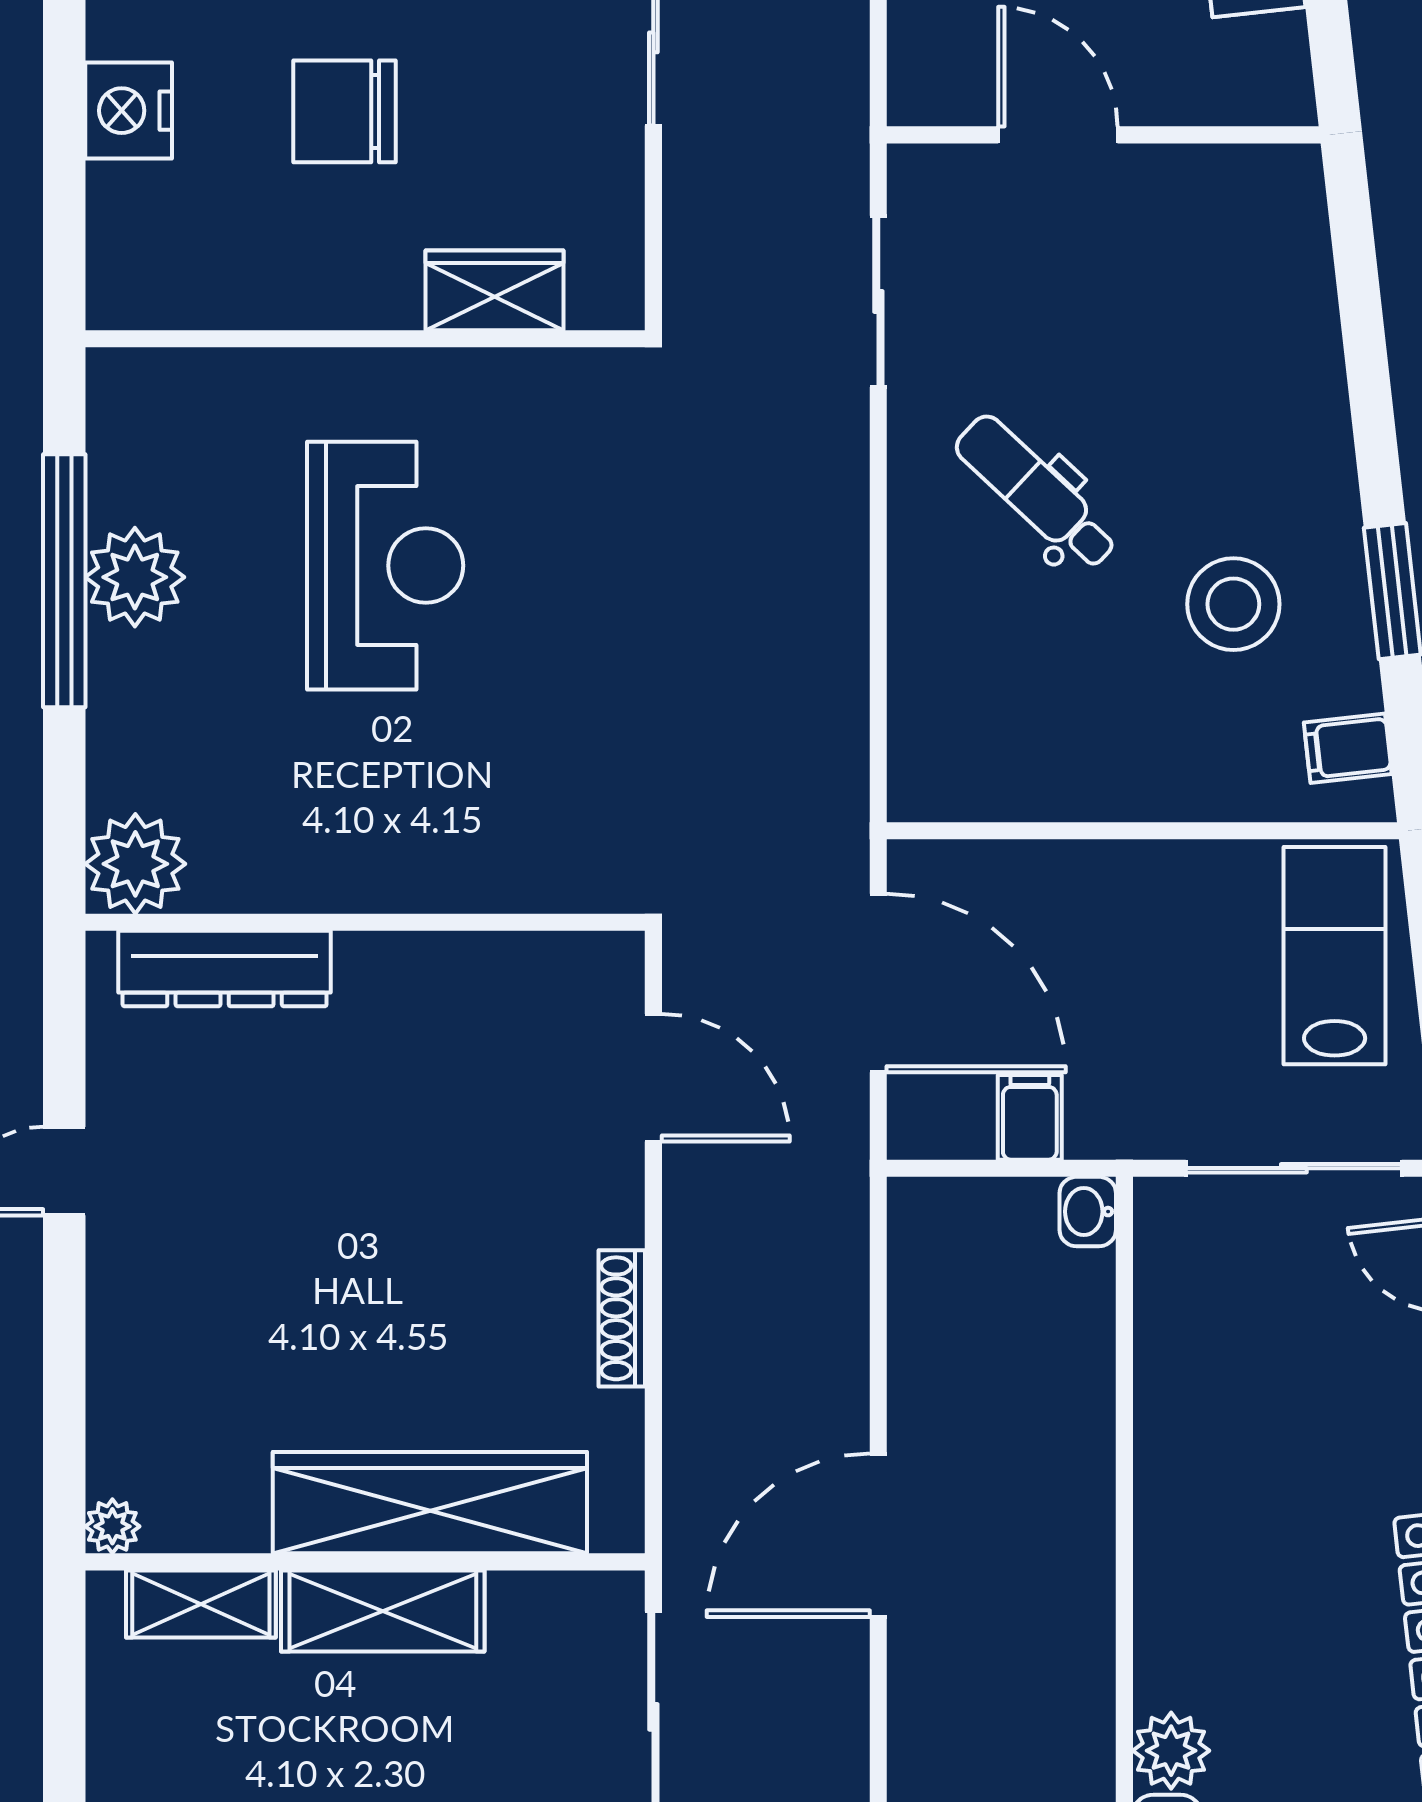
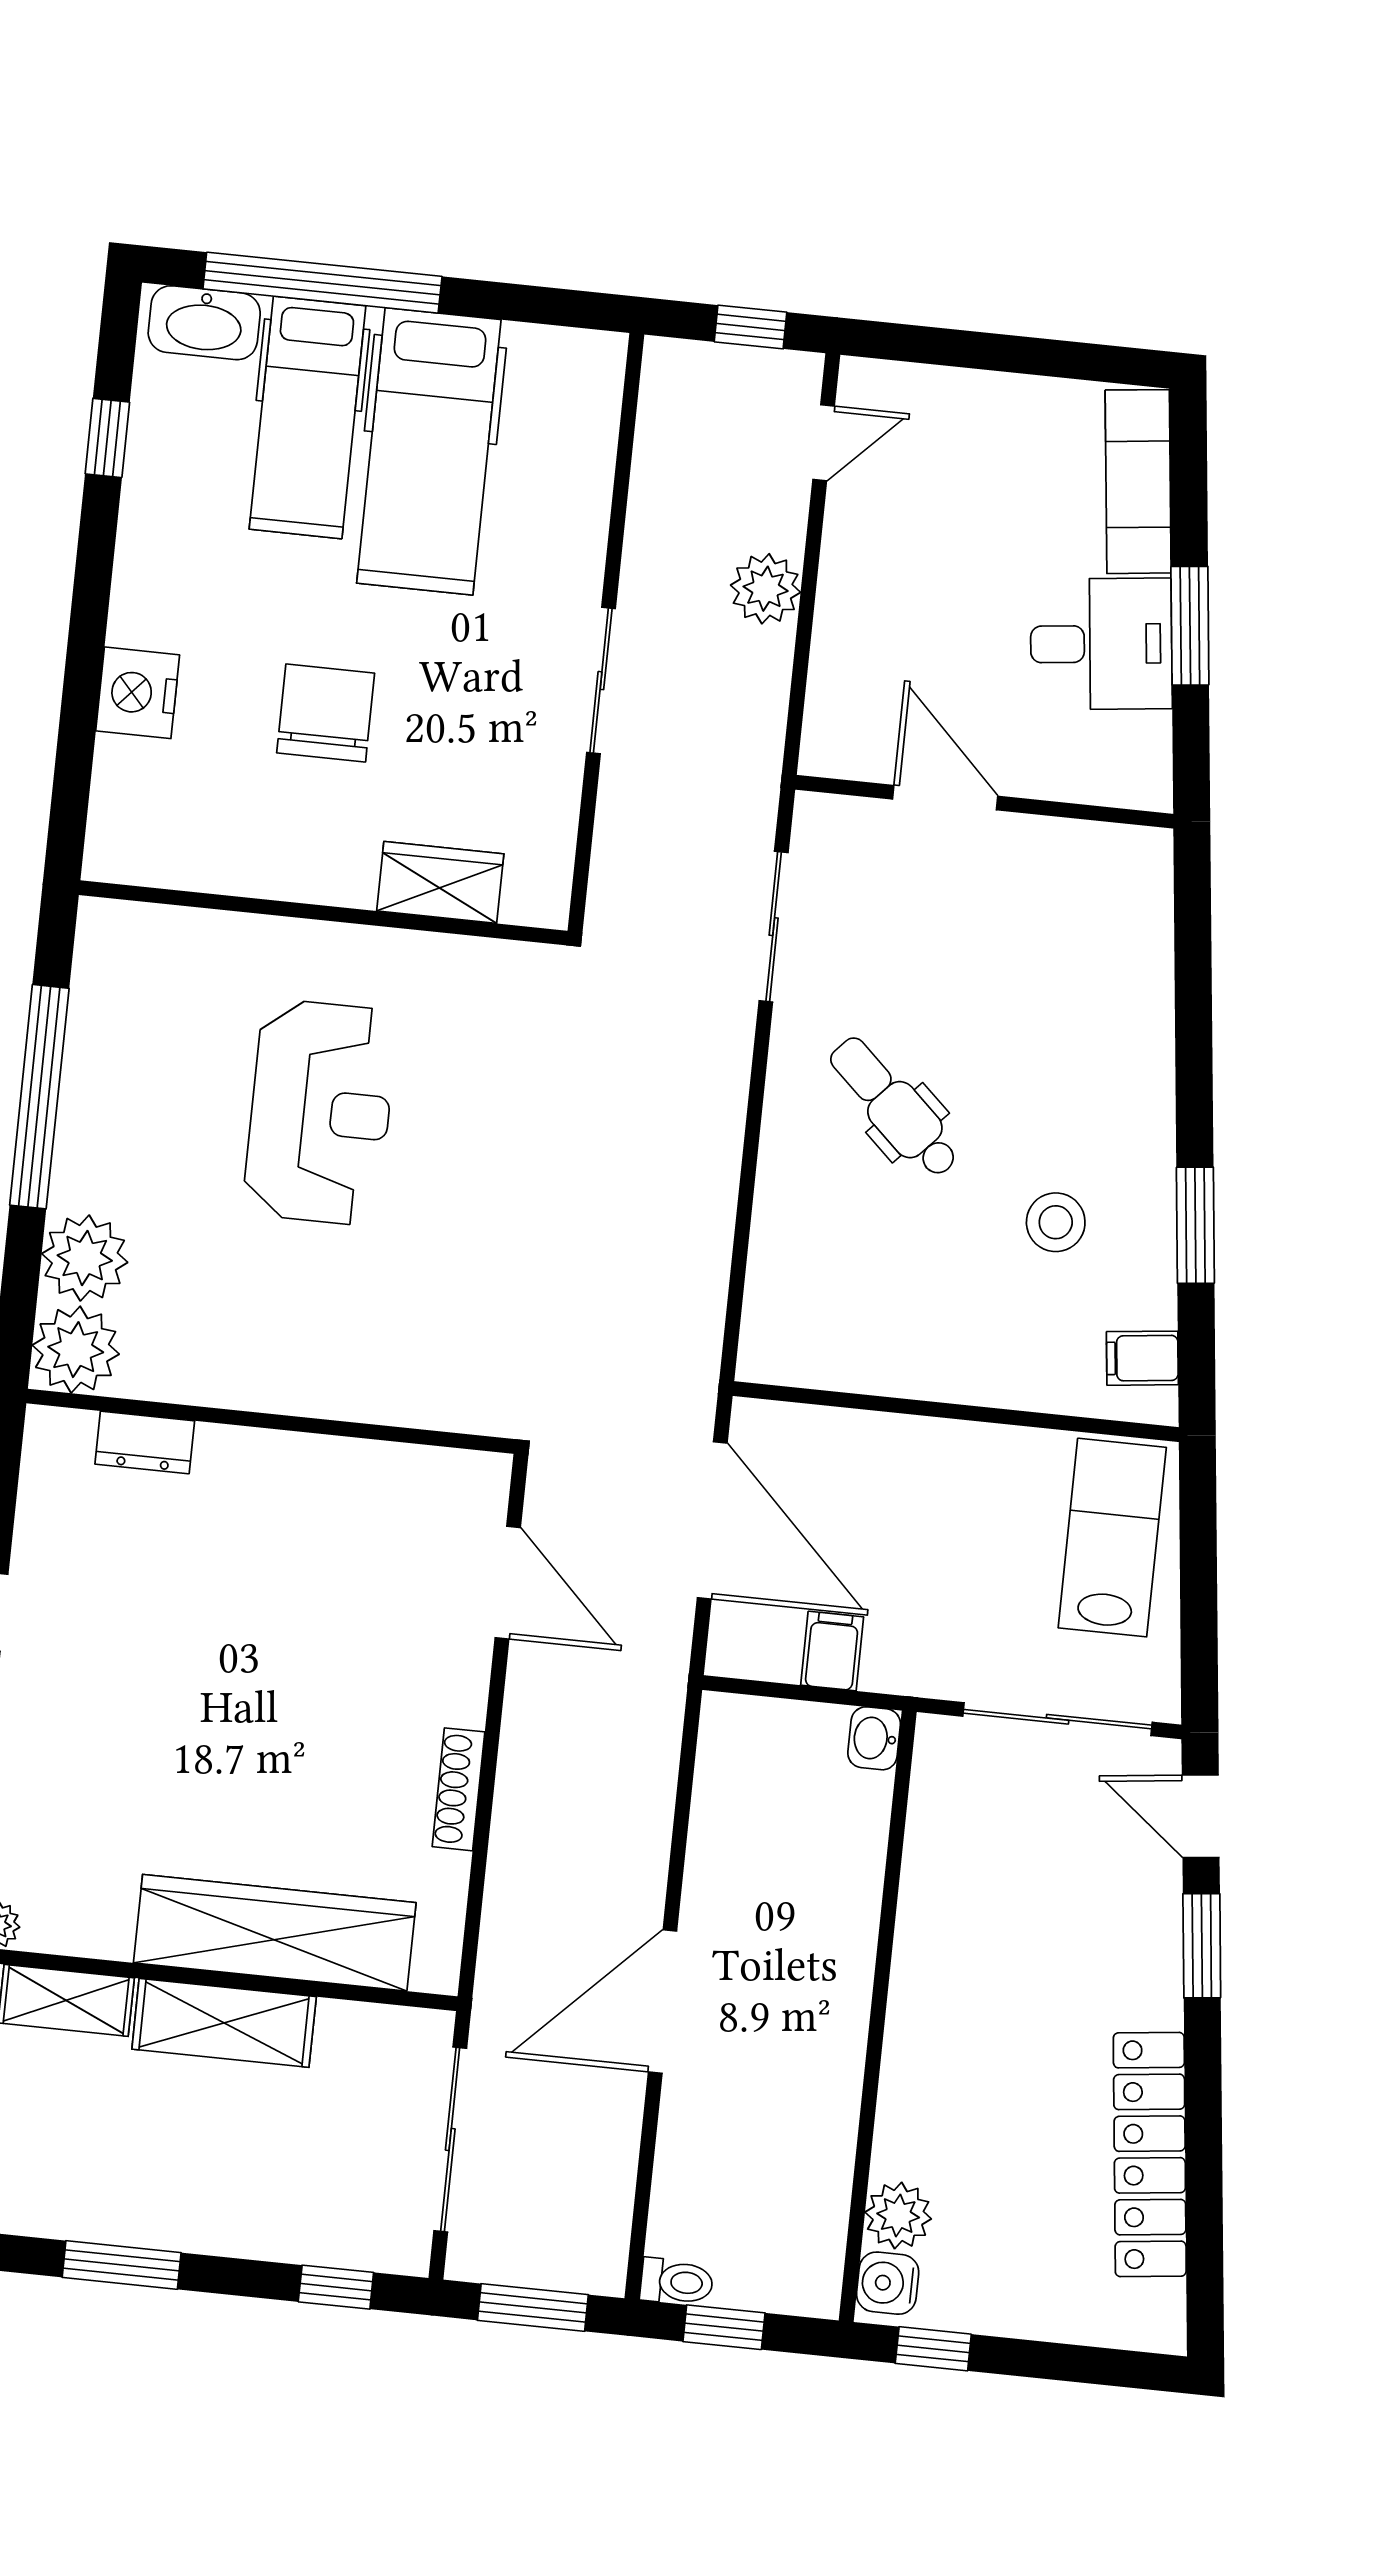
chair: (344, 111) -> (326, 713), turned 90
plant: (135, 577) -> (85, 1258), moved
stool: (1233, 604) -> (1056, 1222), width x0.73, depth x0.73
dresser: (225, 968) -> (145, 1442), width x0.51, depth x0.80

